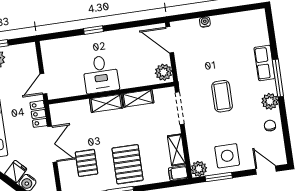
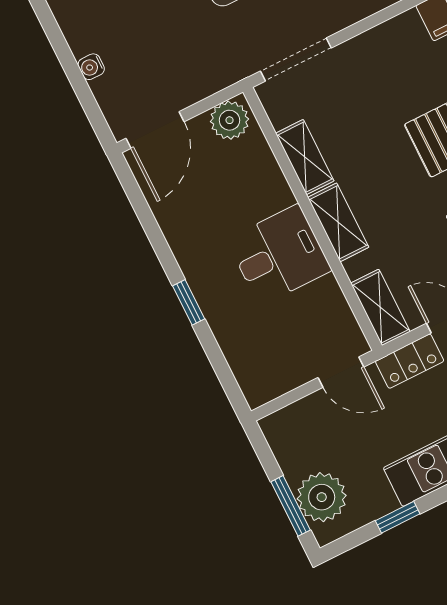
shelving: (177, 150) -> (380, 307), moved, turned 90

